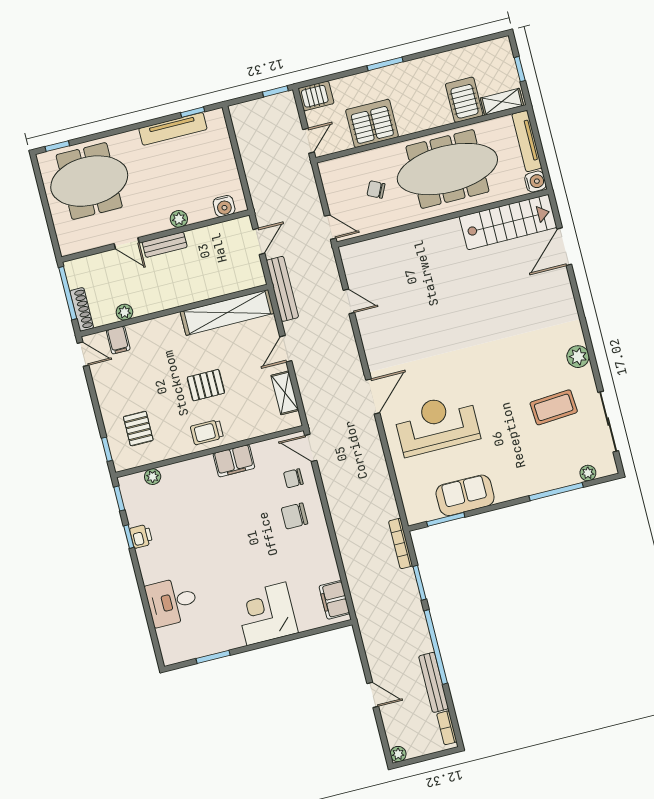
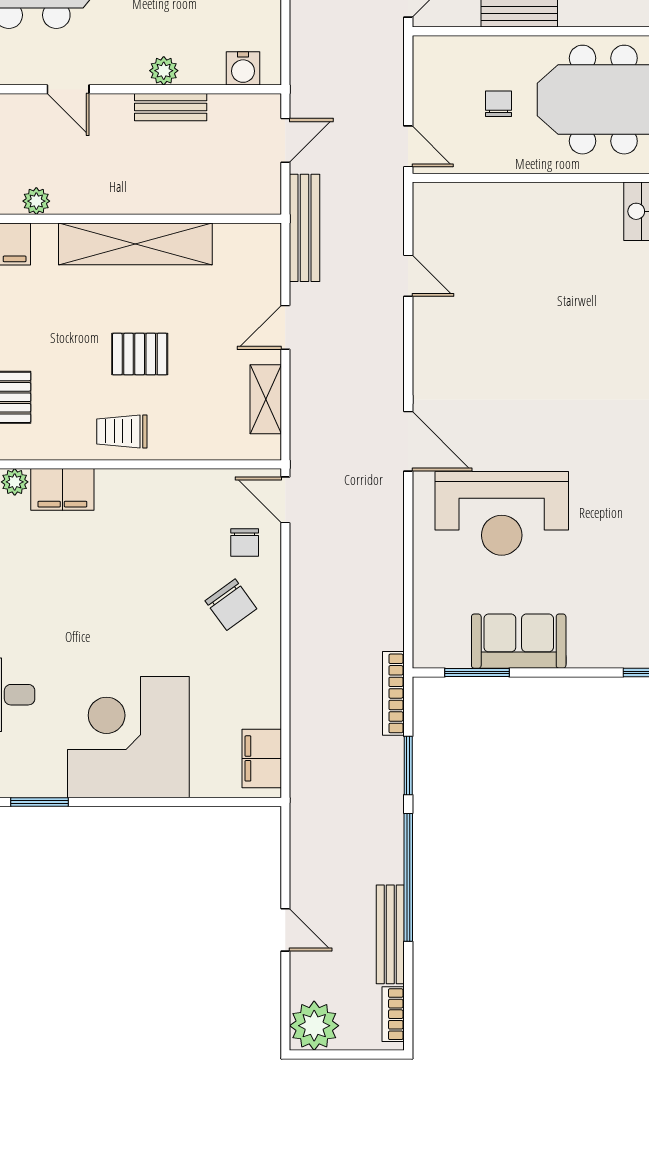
chair: (376, 190) -> (499, 104), turned 64
bench: (165, 245) -> (171, 107), moved
shelving: (227, 312) -> (135, 244), moved
door: (373, 396) -> (408, 441), hinge flipped
reception desk: (437, 424) -> (502, 513), turned 180
filing cabinet: (234, 461) -> (62, 489), moved
chair: (293, 478) -> (245, 542), turned -90
chair: (294, 516) -> (231, 605), turned -126
corner desk: (266, 614) -> (128, 737), width x1.36, depth x1.36
plant: (398, 754) -> (314, 1026), width x1.88, depth x1.88

